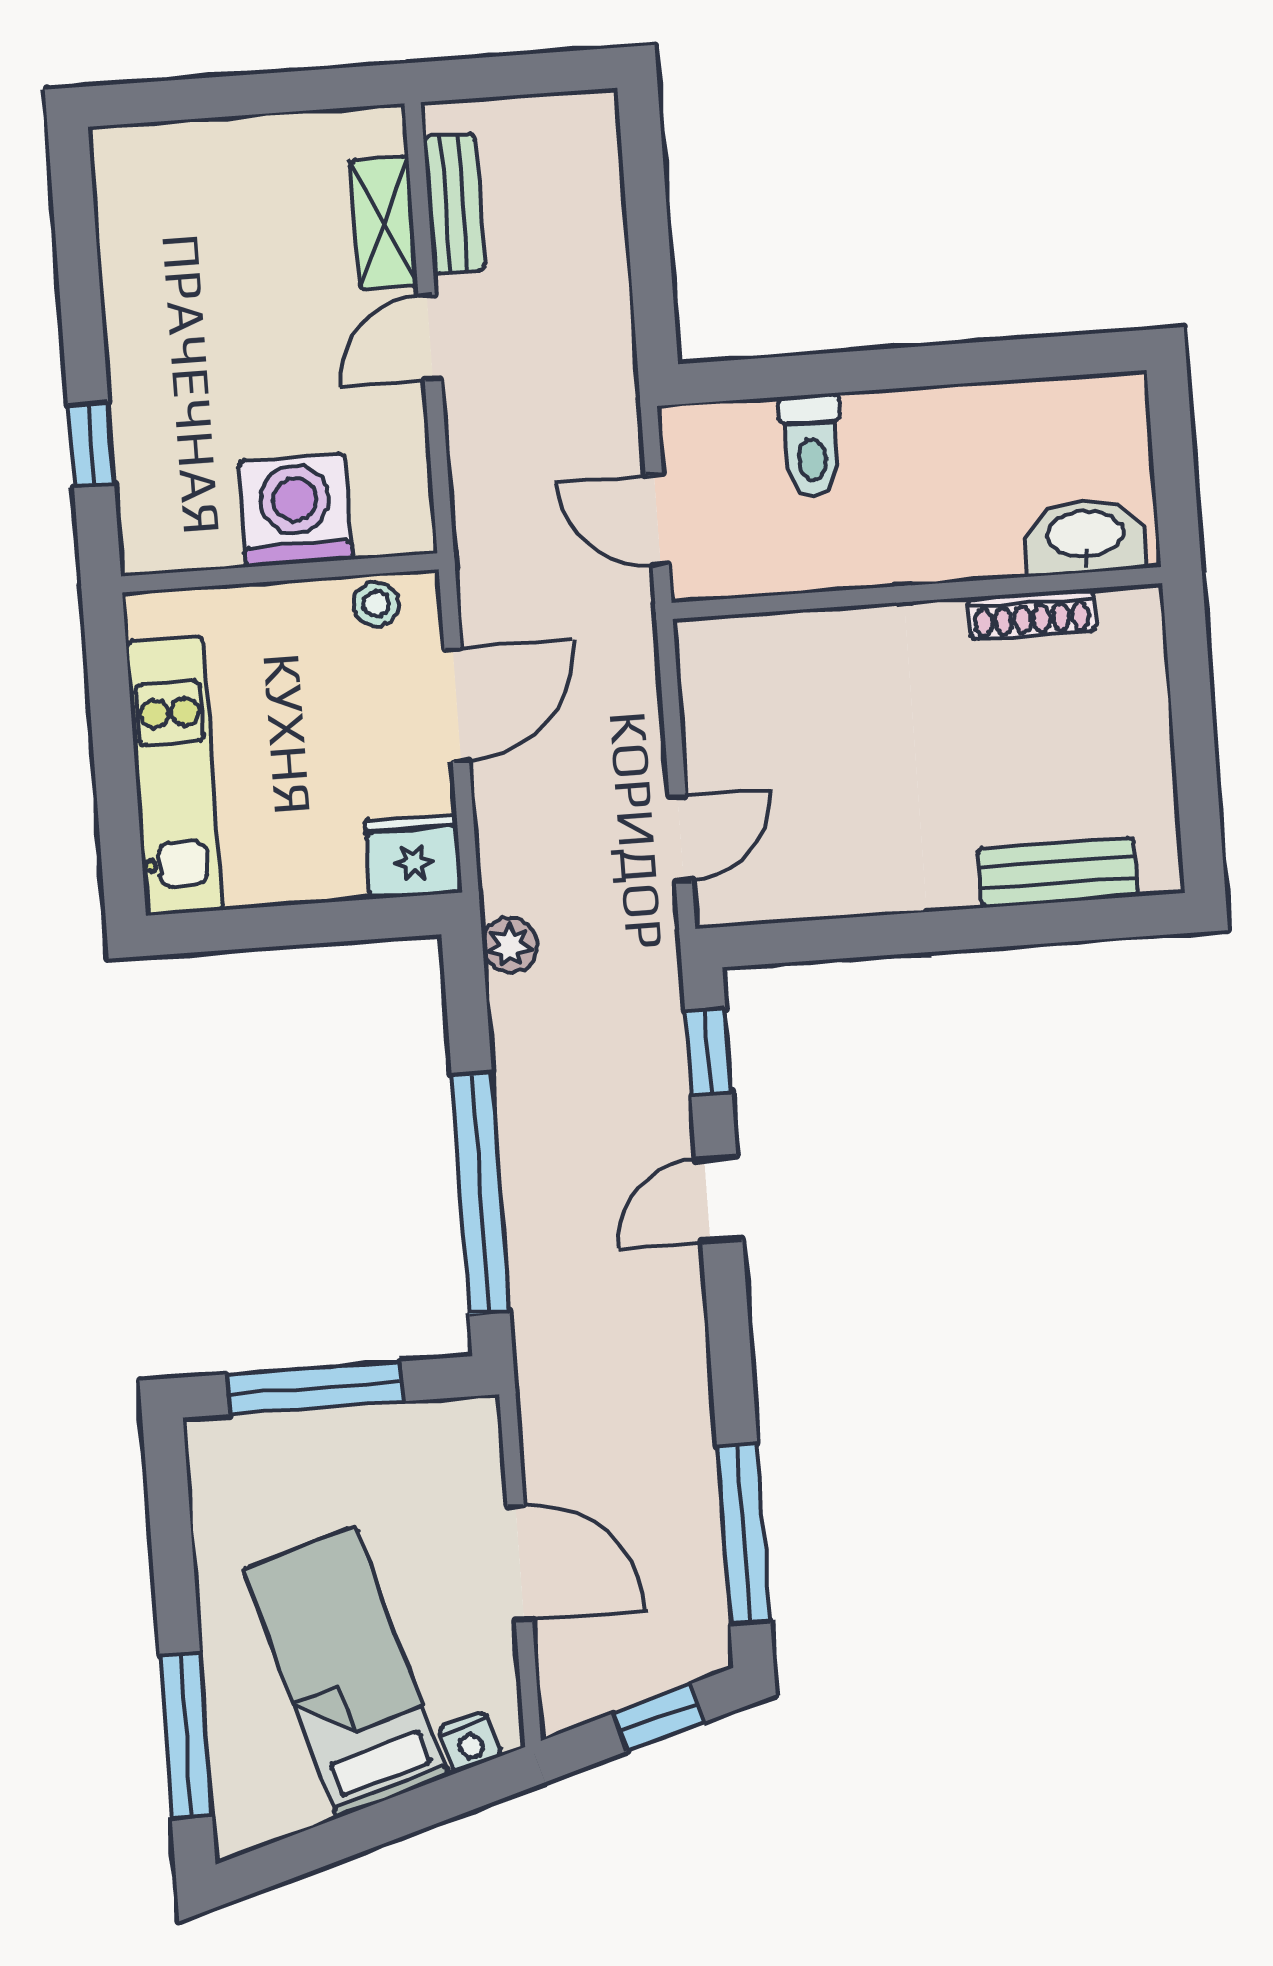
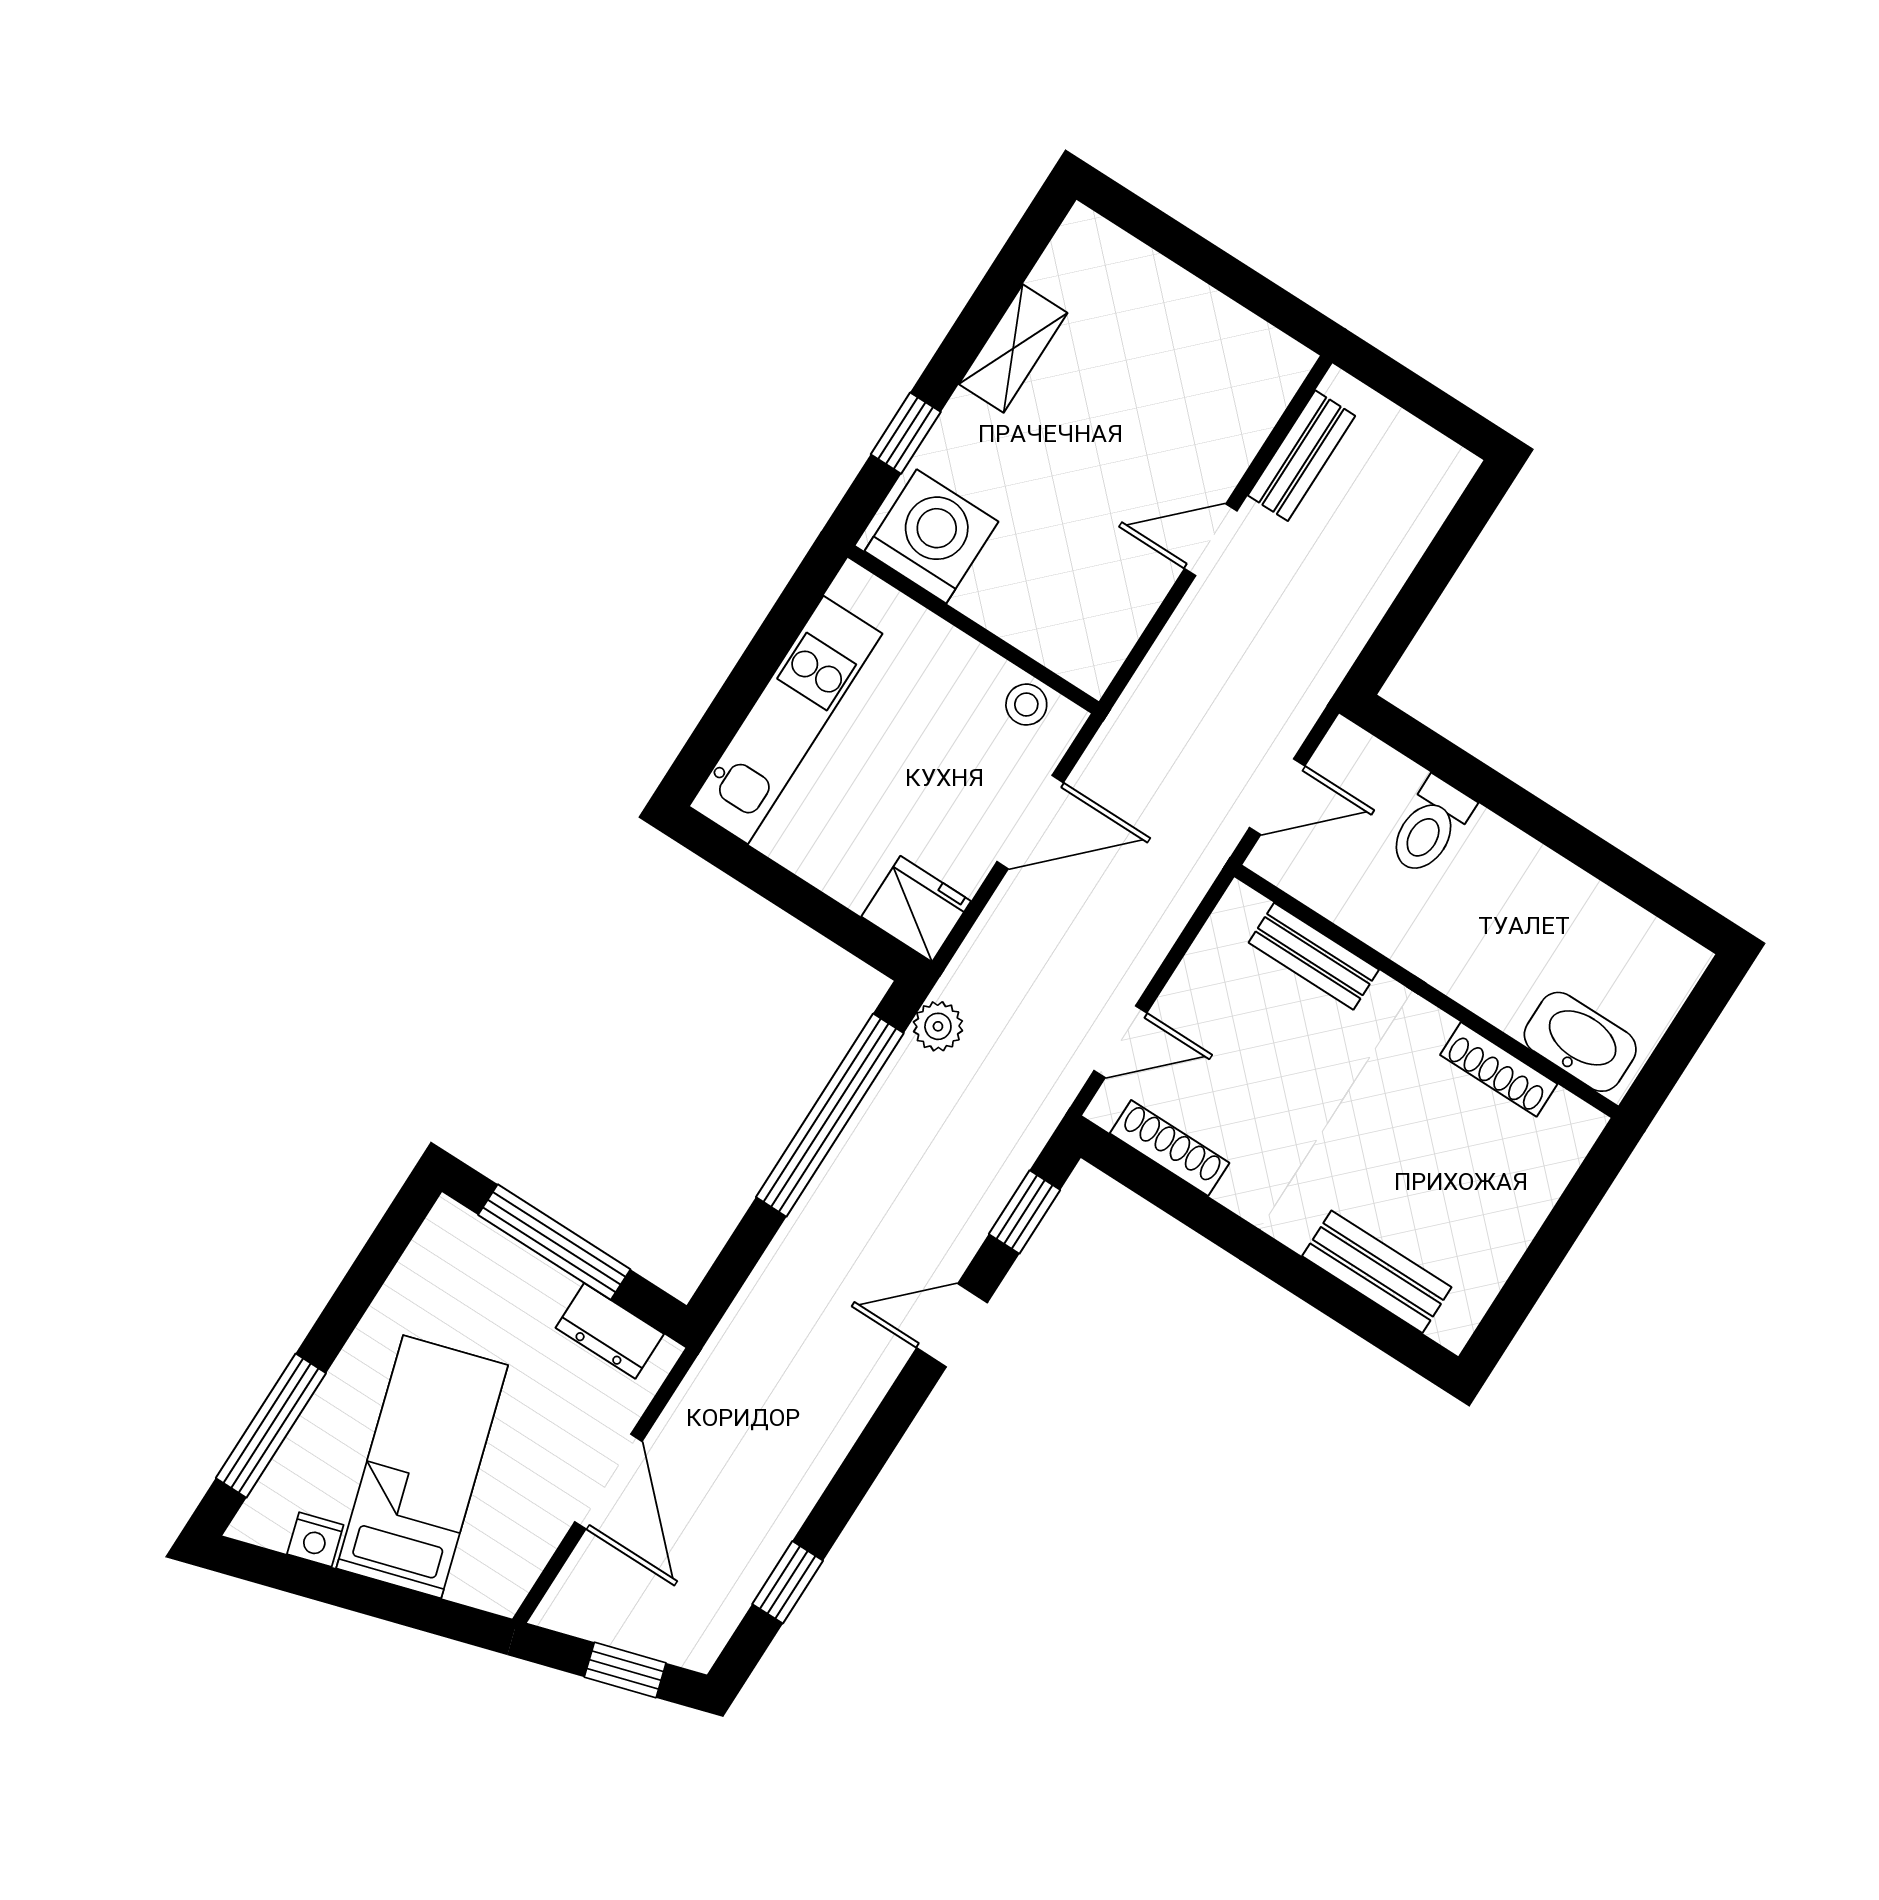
shelving: (384, 223) -> (1013, 349), moved
washing machine: (295, 510) -> (931, 536), moved
door: (657, 520) -> (1277, 797), swing flipped
bench: (795, 636) -> (1314, 956), added
shoe rack: (794, 900) -> (1170, 1148), added
window: (481, 1193) -> (830, 1115), moved
dresser: (422, 1429) -> (610, 1331), added
window: (744, 1534) -> (788, 1582), width x0.46
nightstand: (470, 1742) -> (315, 1540), moved

